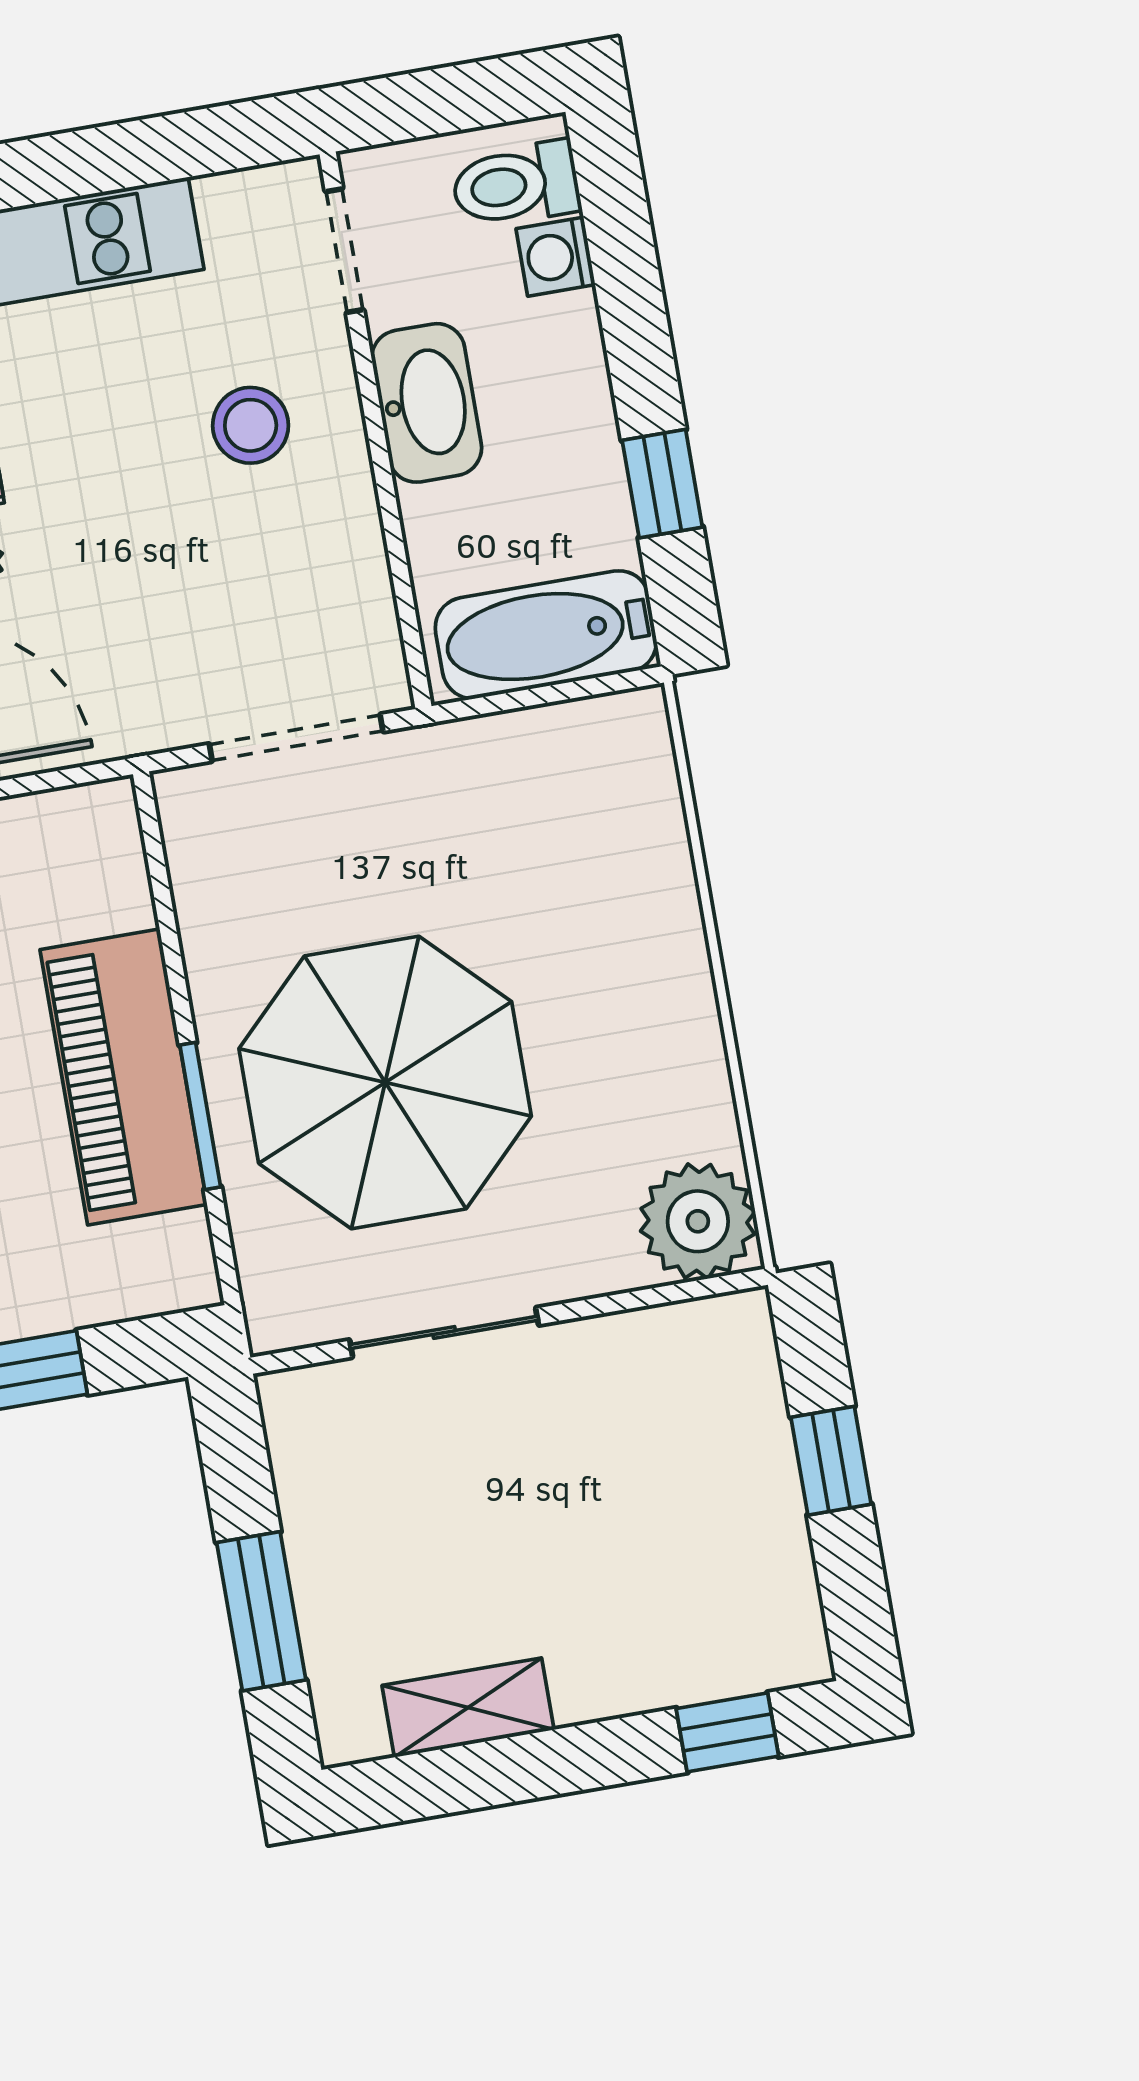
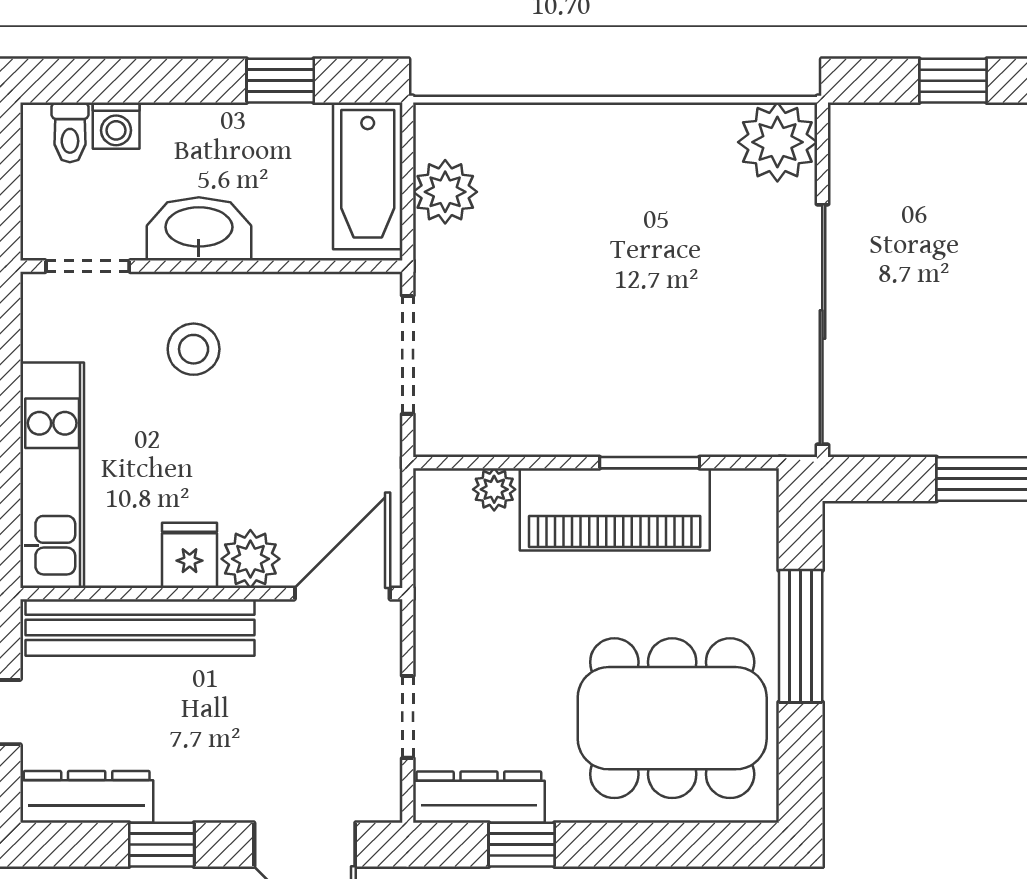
toilet: (516, 184) -> (70, 132), width x0.73, depth x0.72
plant: (542, 751) -> (445, 192), added
plant: (122, 897) -> (494, 489), added
parasol: (385, 1082) -> (649, 335), removed
sliding door: (444, 1332) -> (822, 325), width x1.86

